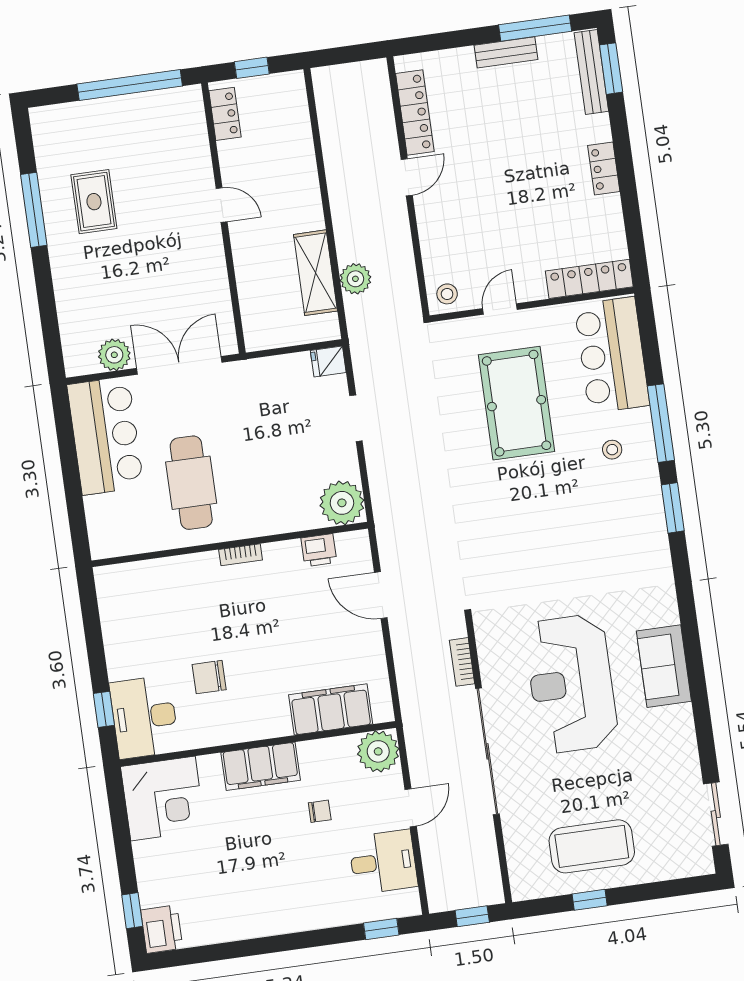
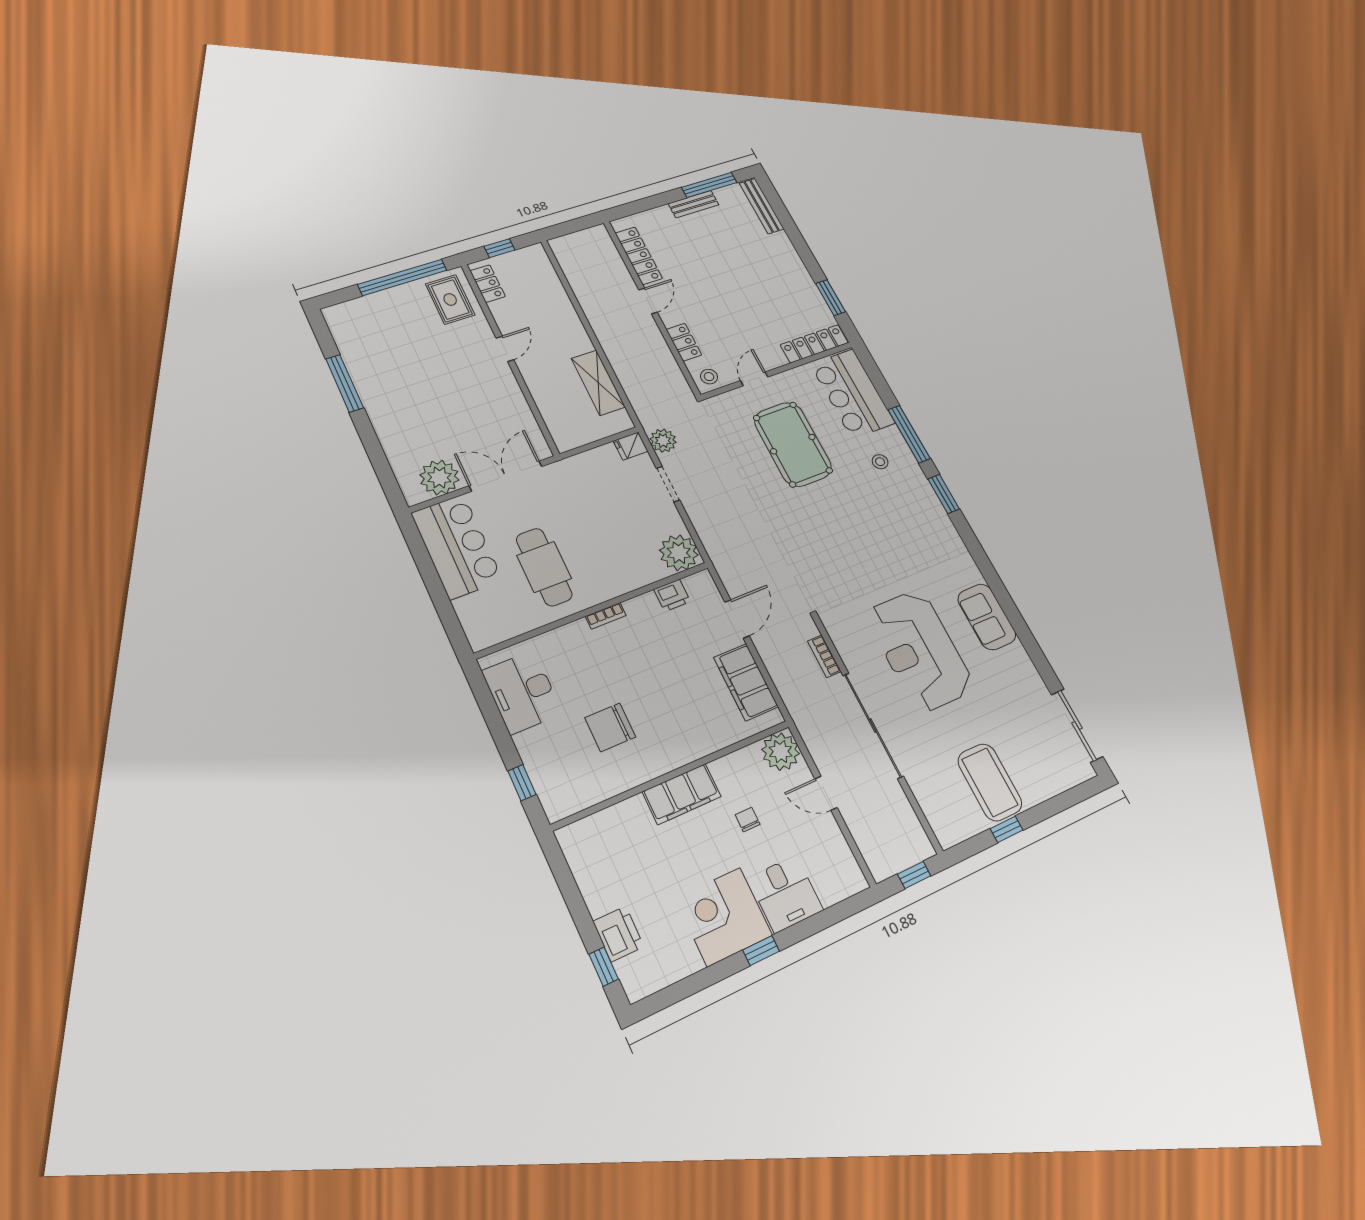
window: (611, 69) -> (830, 298), moved
locker: (604, 169) -> (684, 342), moved, turned 180
rug: (94, 202) -> (450, 299), moved
door: (222, 205) -> (505, 349), hinge flipped
plant: (355, 279) -> (663, 441), moved
plant: (114, 355) -> (439, 477), width x1.36, depth x1.36
door: (381, 595) -> (737, 619), swing flipped
chair: (209, 677) -> (610, 727), width x1.37, depth x1.37
filing cabinet: (331, 709) -> (746, 682), moved, turned -90
desk: (144, 717) -> (522, 692), moved
corner desk: (163, 799) -> (724, 917), moved, turned 180
door: (411, 808) -> (826, 793), swing flipped
chair: (320, 811) -> (748, 820), turned -90
sliding door: (716, 814) -> (1077, 726), width x1.37
coffee table: (592, 846) -> (990, 782), turned 90
desk: (383, 862) -> (786, 894), moved, turned 90
printer: (162, 929) -> (618, 934), moved
window: (381, 929) -> (761, 951), moved

